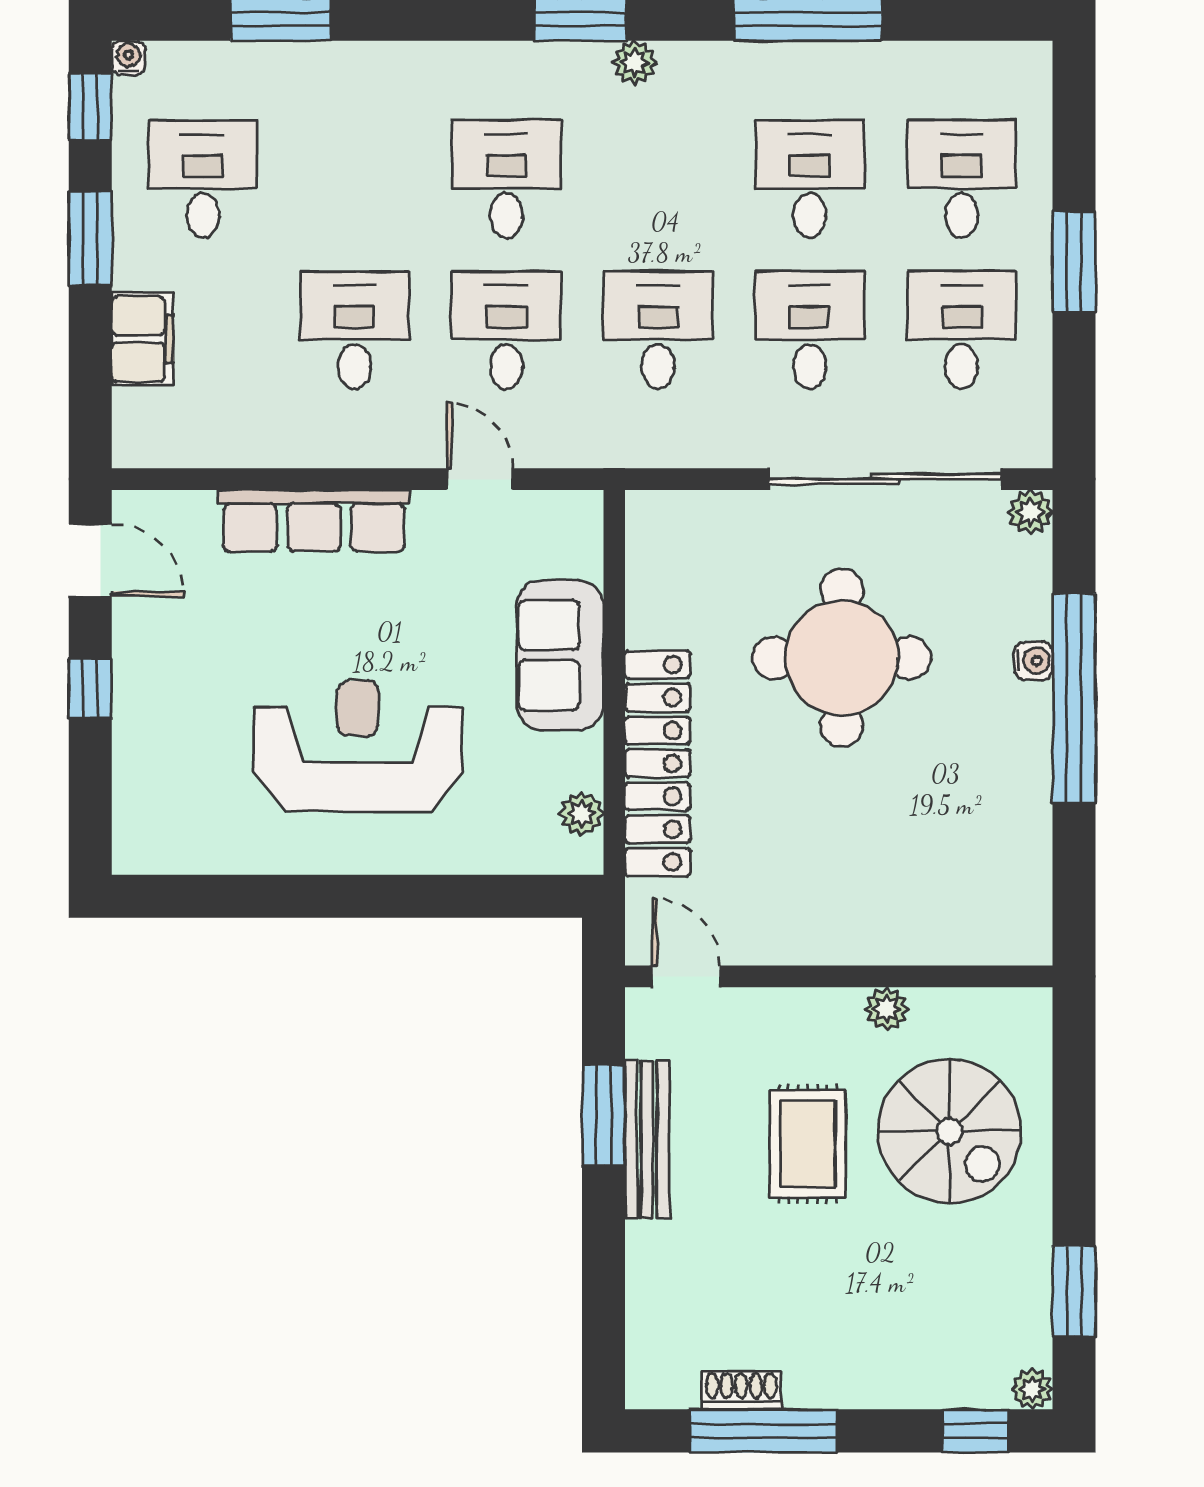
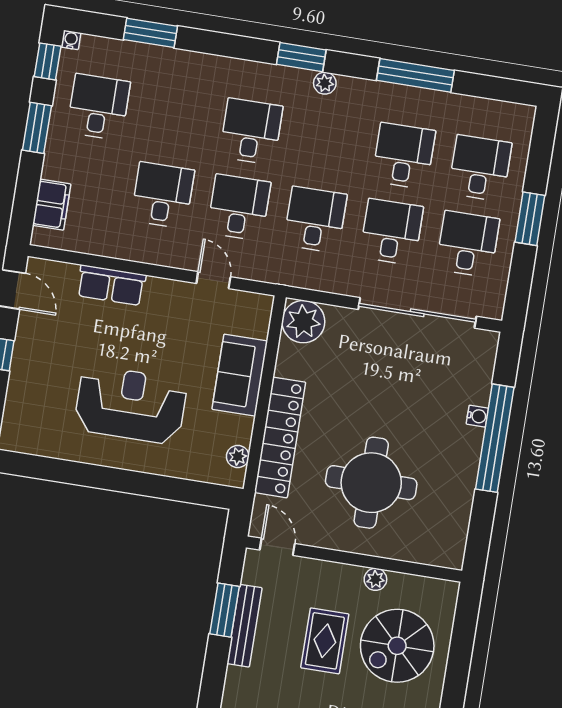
filing cabinet: (142, 339) -> (52, 205), moved
plant: (1030, 512) -> (303, 322), moved, width x1.88, depth x1.88
row of seats: (314, 521) -> (111, 285), width x0.68
round table: (842, 658) -> (371, 483), moved
spiral stairs: (949, 1131) -> (397, 646), turned 90

